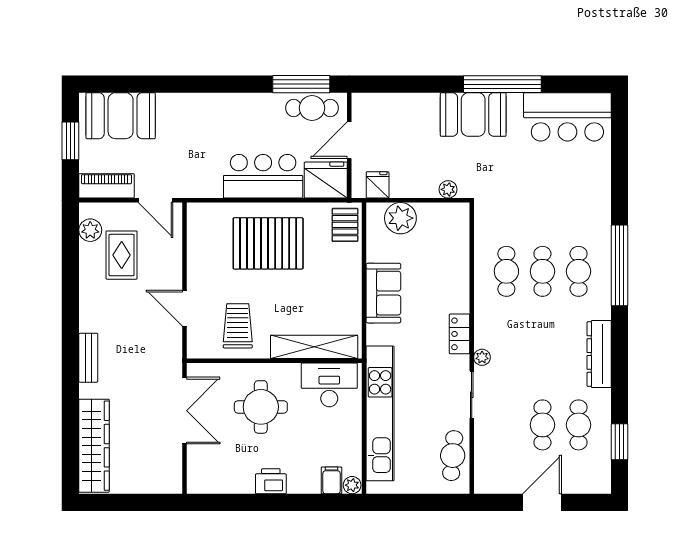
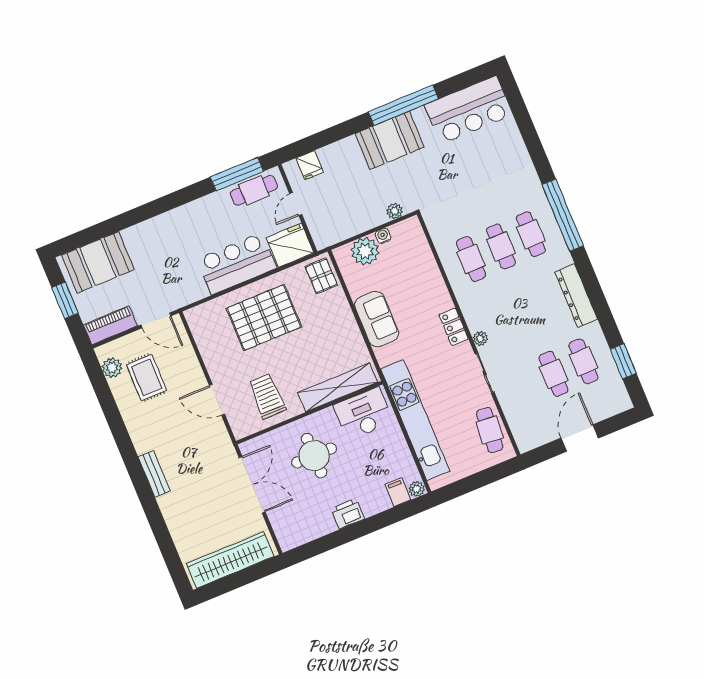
door: (349, 140) -> (296, 204), width x0.73
fridge: (378, 185) -> (310, 165), moved, turned 180
water cooler: (426, 210) -> (383, 236), added
wardrobe: (94, 446) -> (230, 560), moved, turned -90

